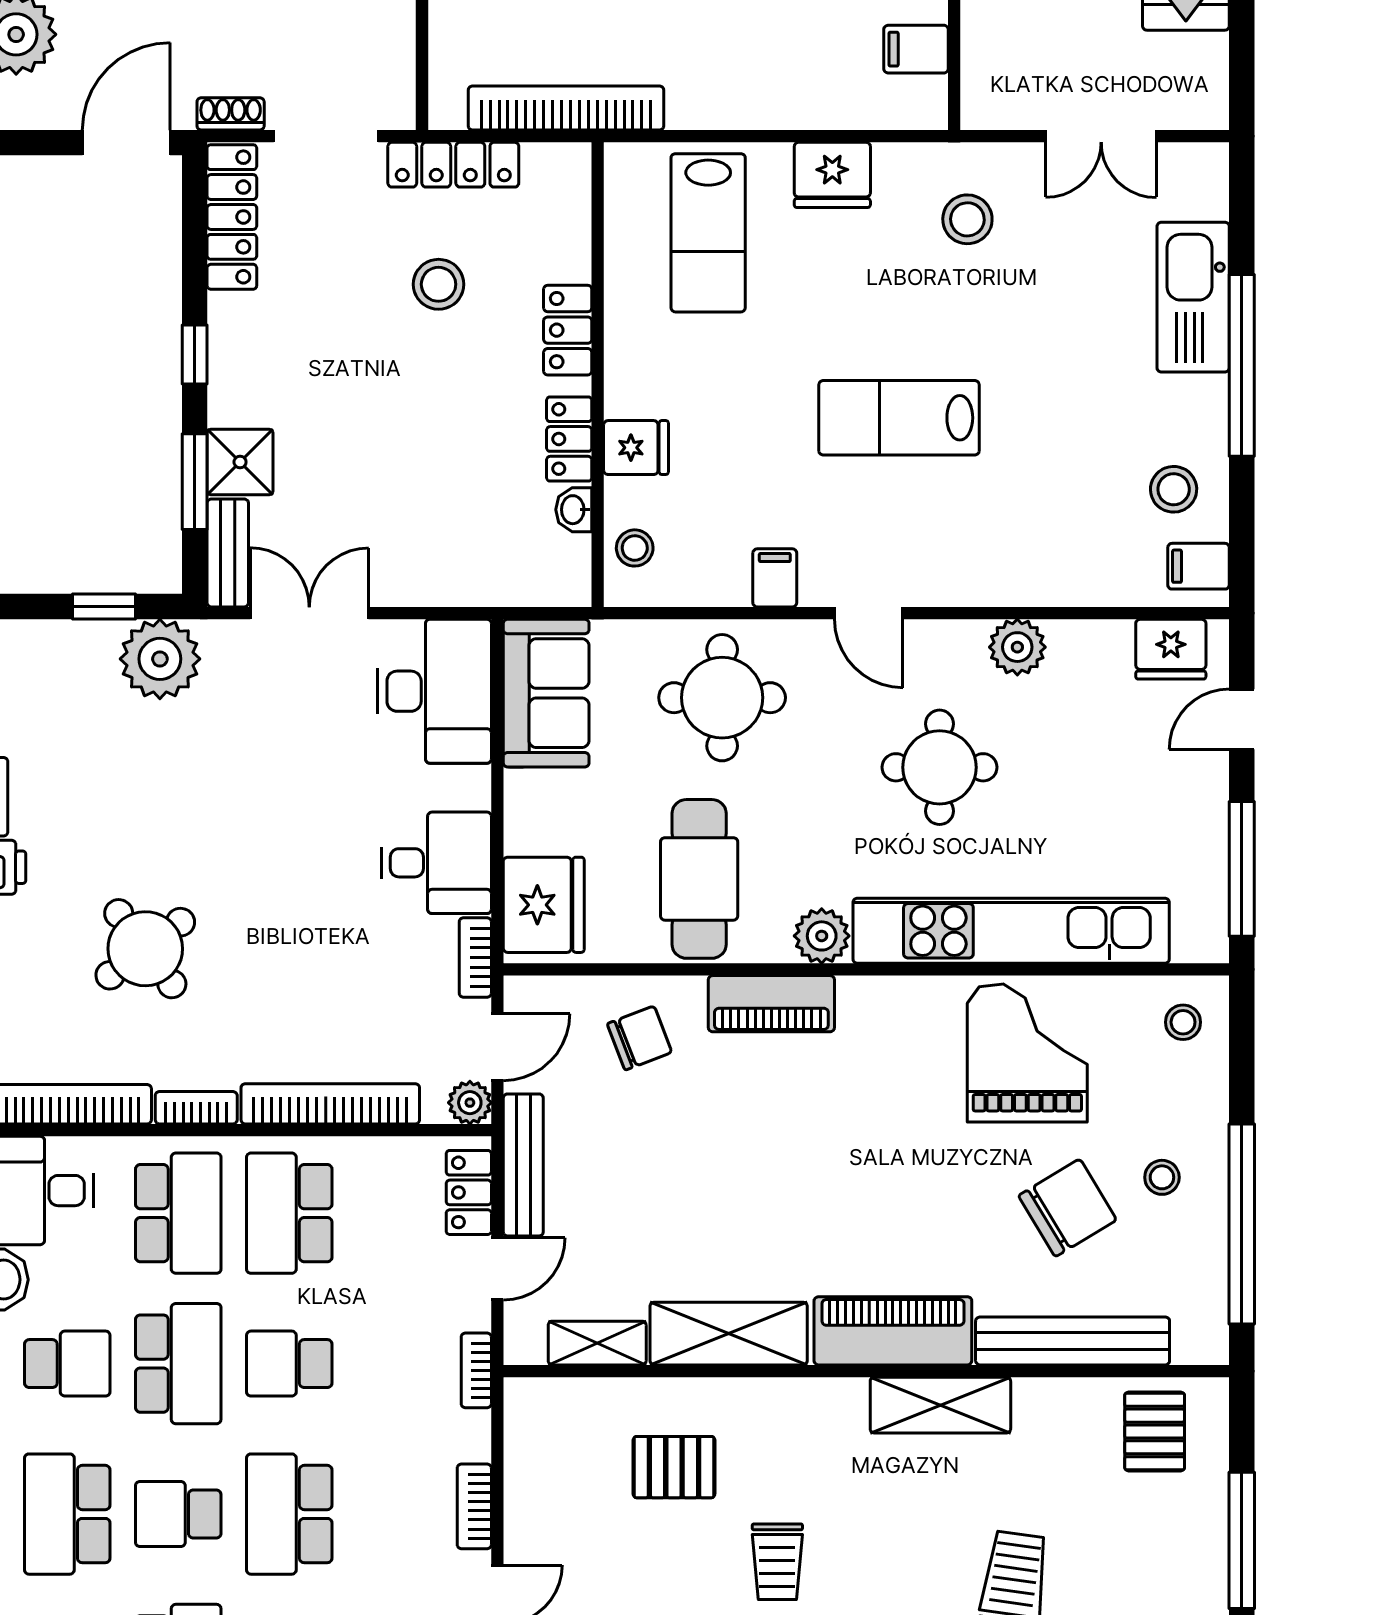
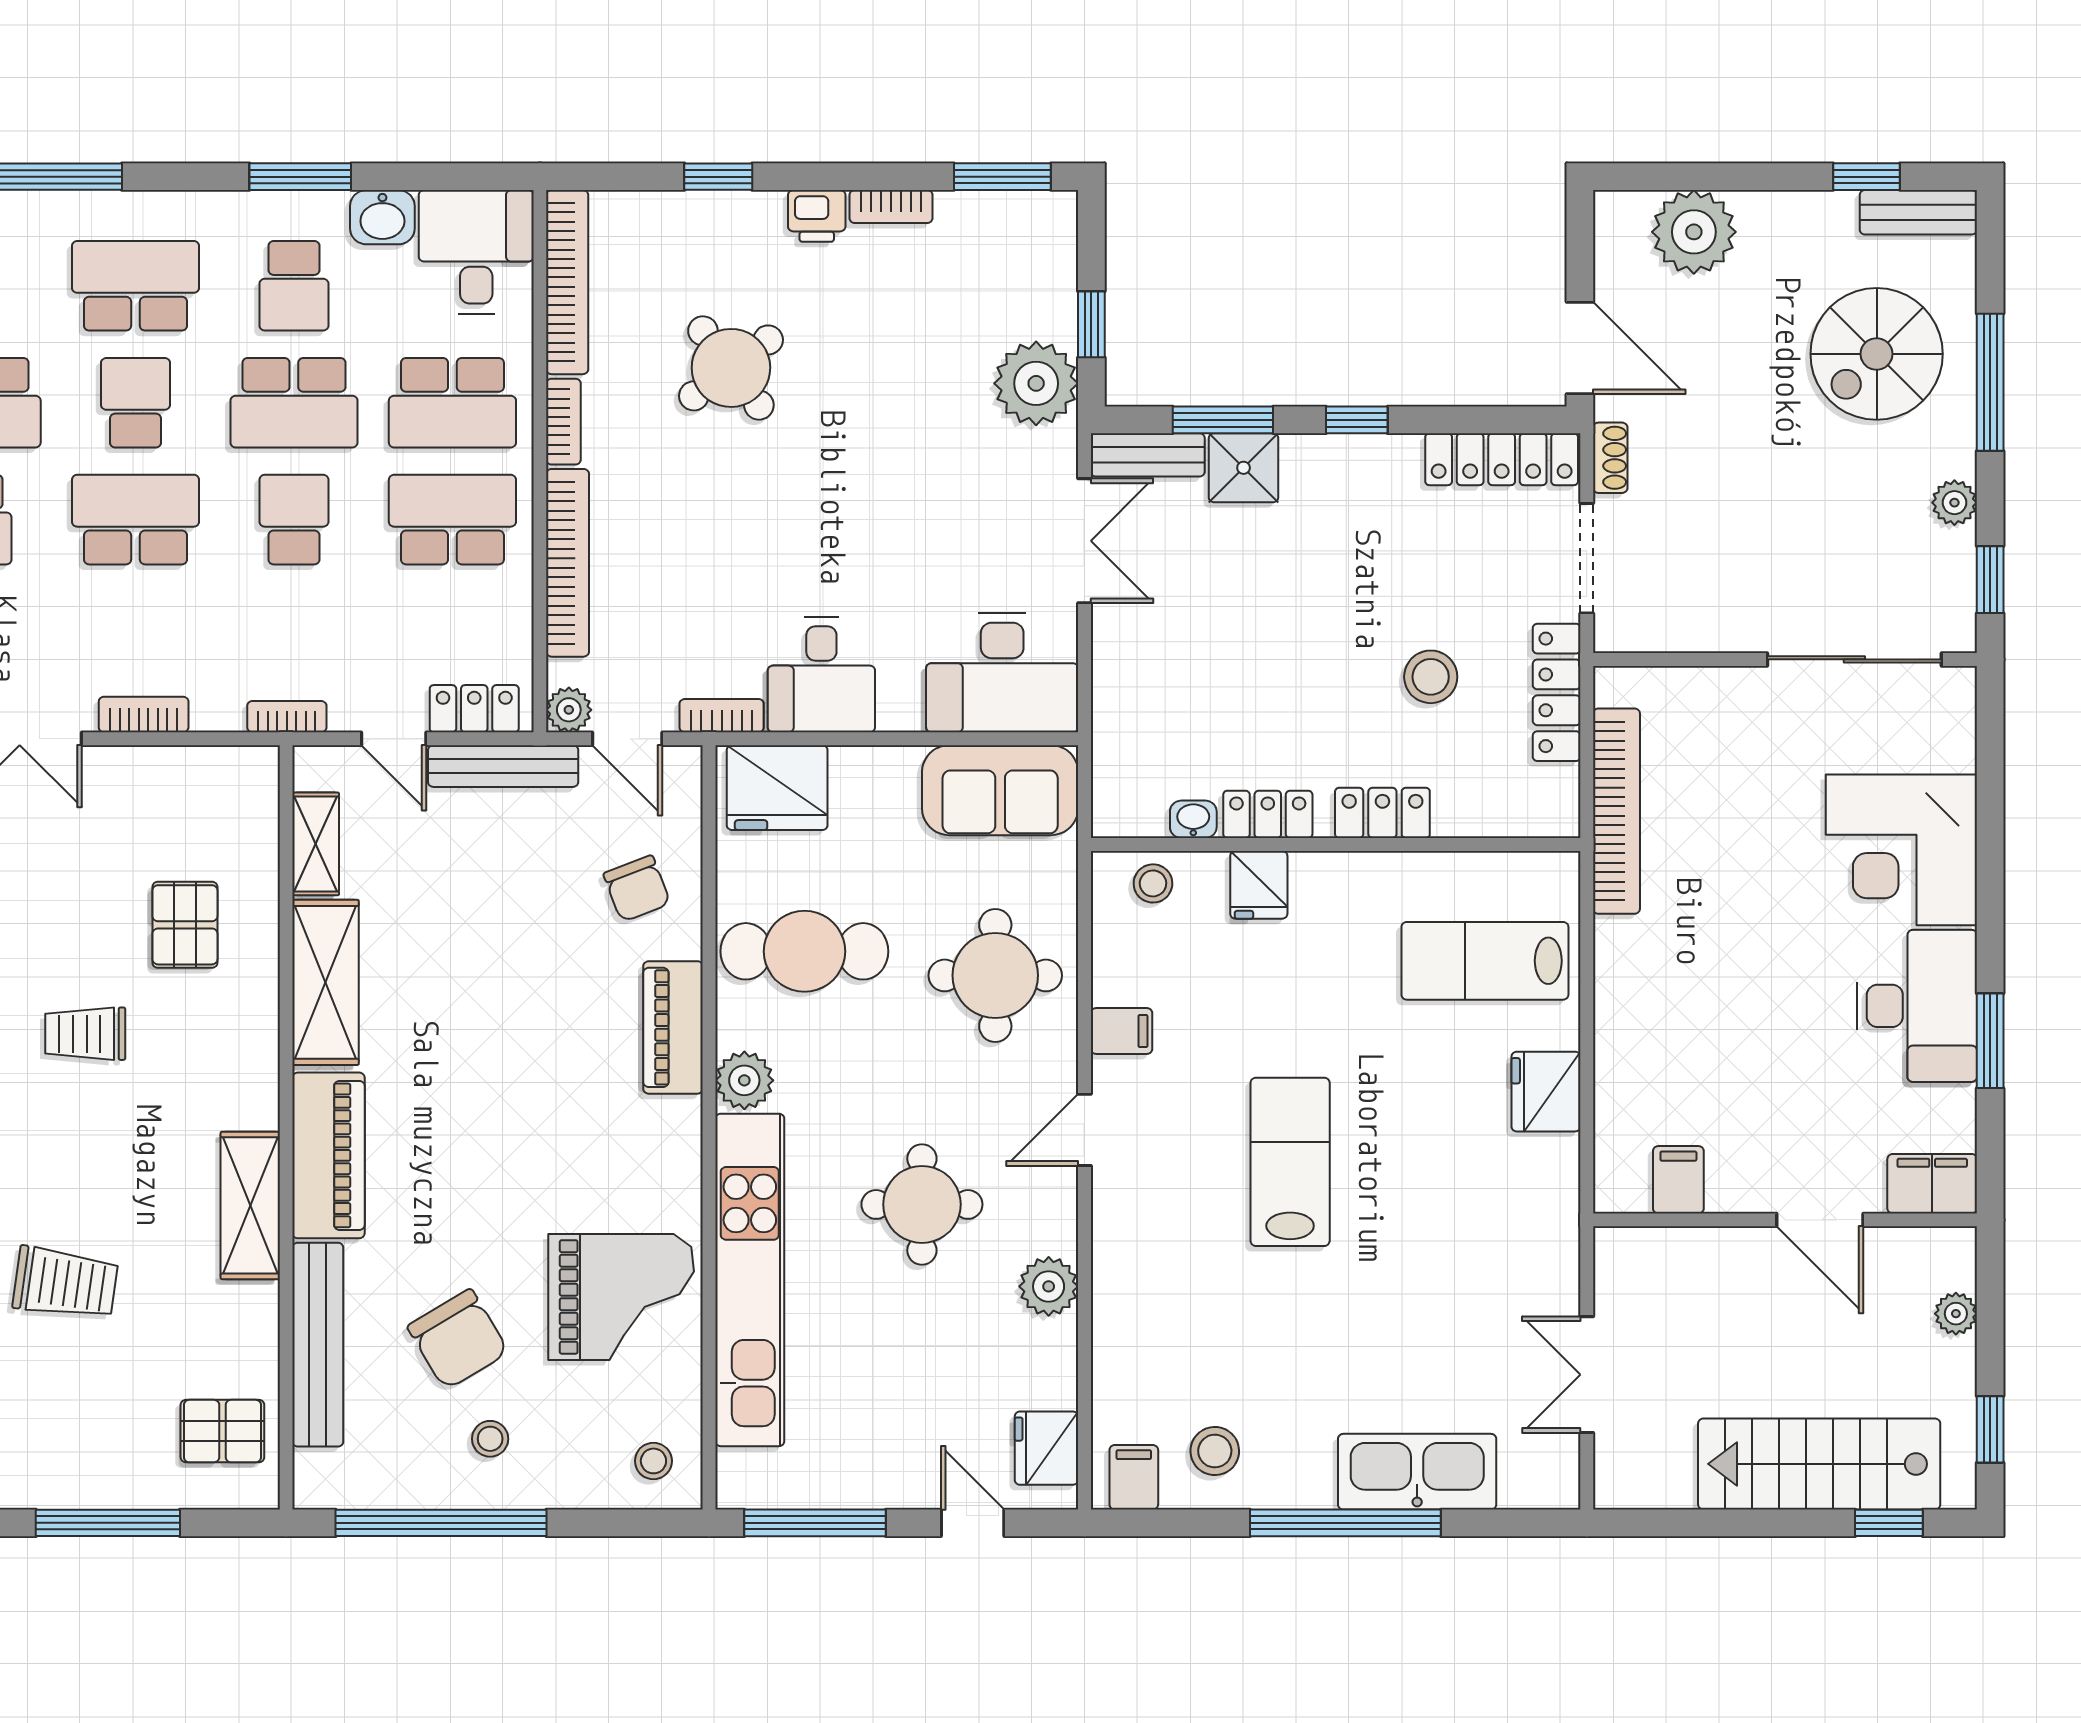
stool: (967, 219) -> (1499, 1234), removed

